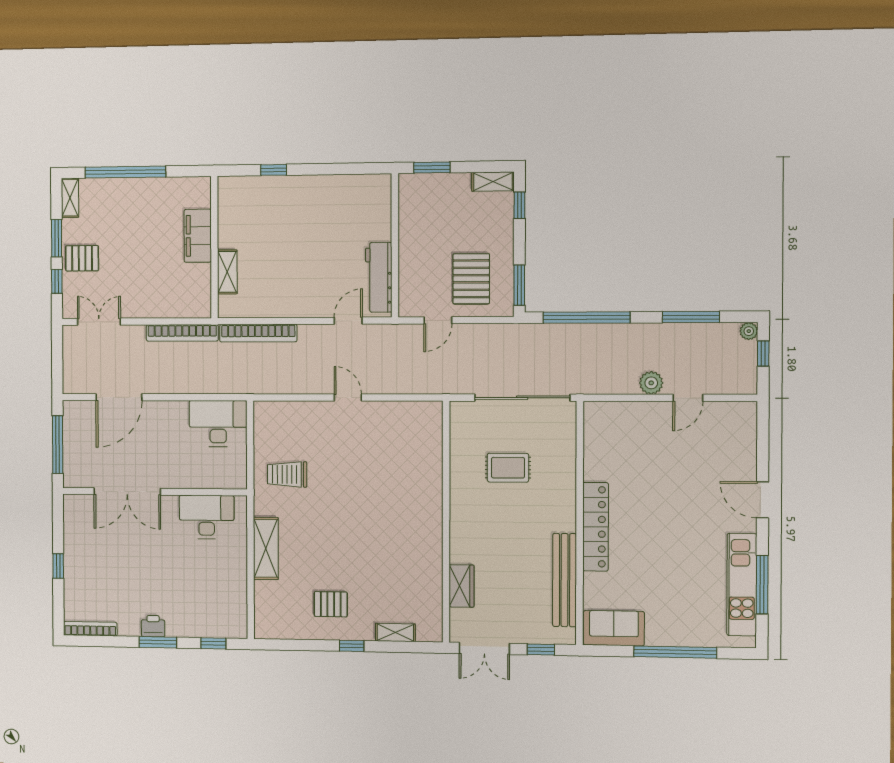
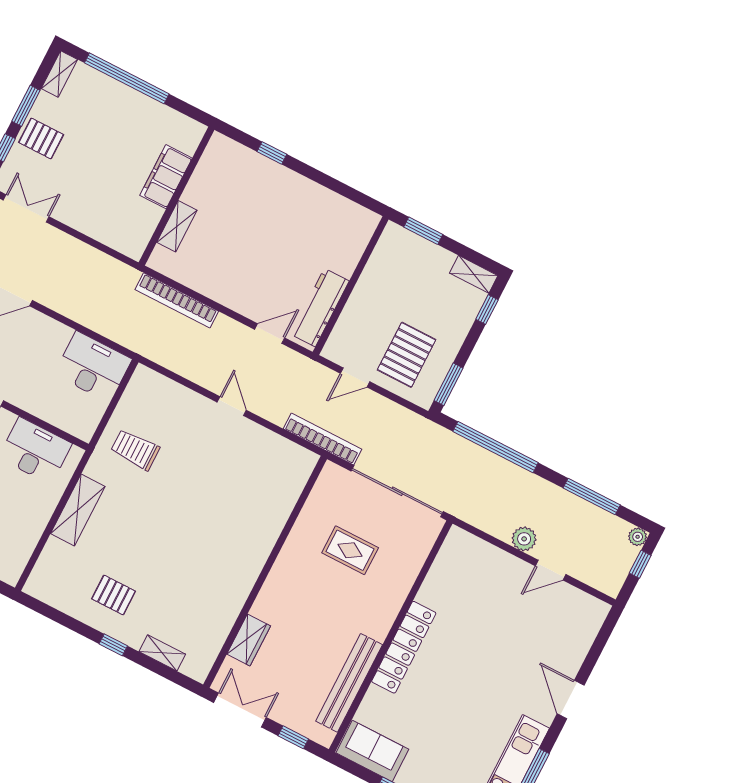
bookcase: (182, 333) -> (323, 439), moved, turned 180
double door: (484, 648) -> (240, 710), swing flipped

